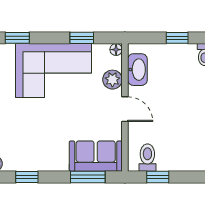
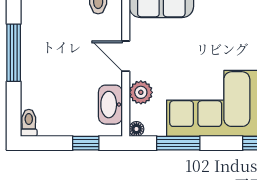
window: (82, 38) -> (178, 143), width x1.50
window: (177, 38) -> (86, 143), moved

